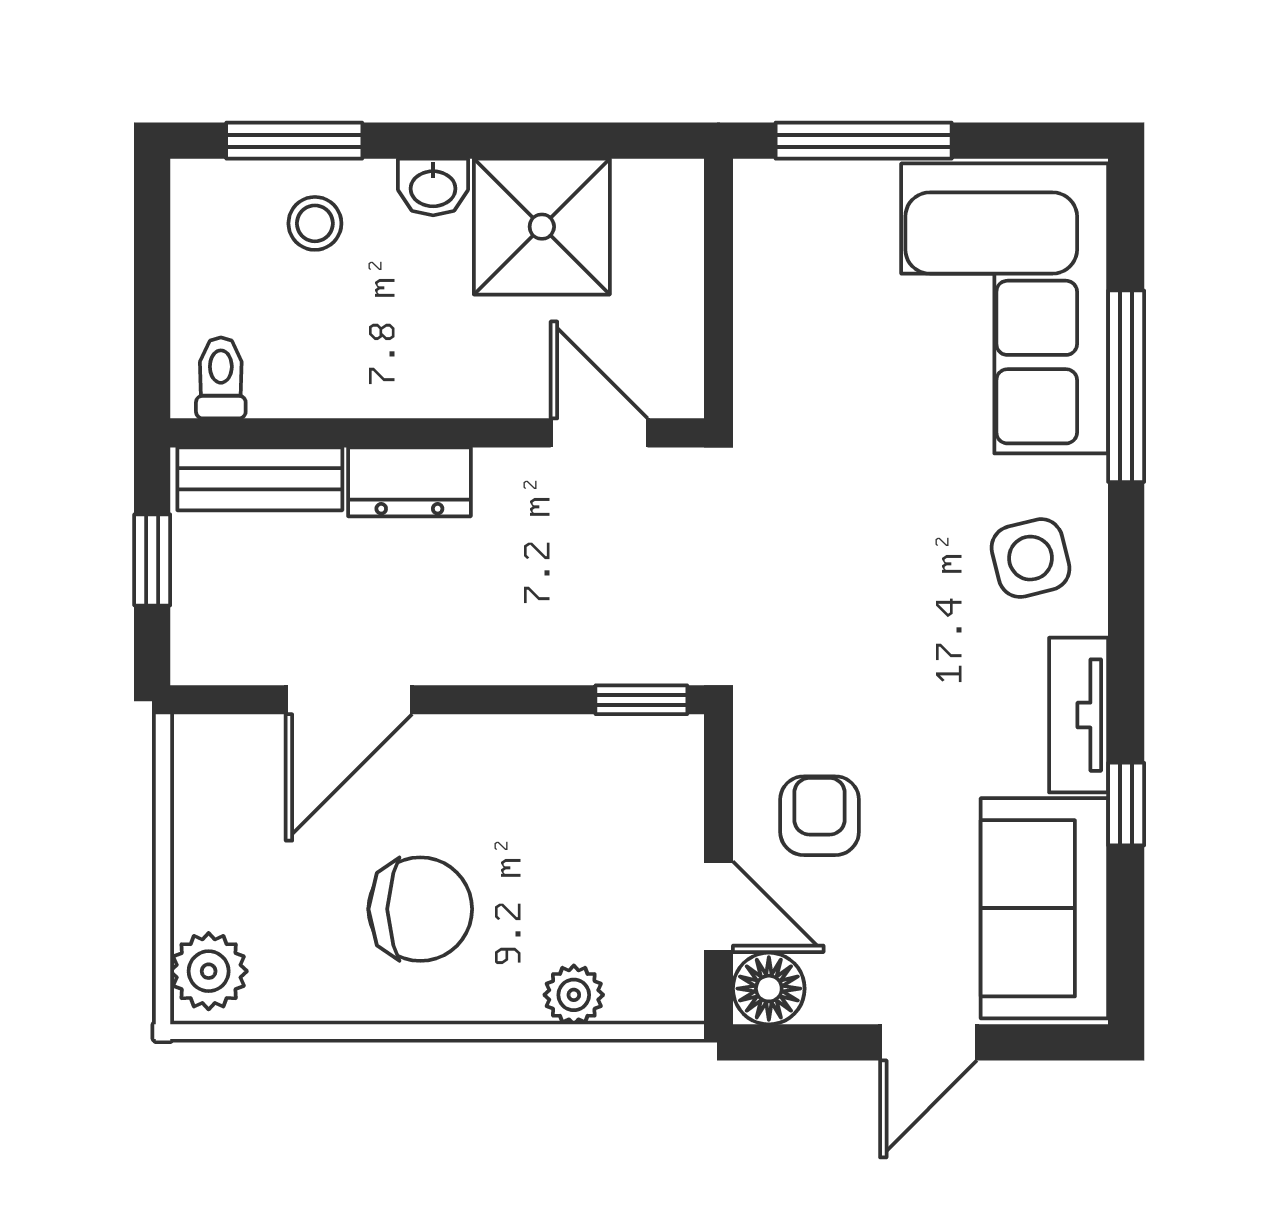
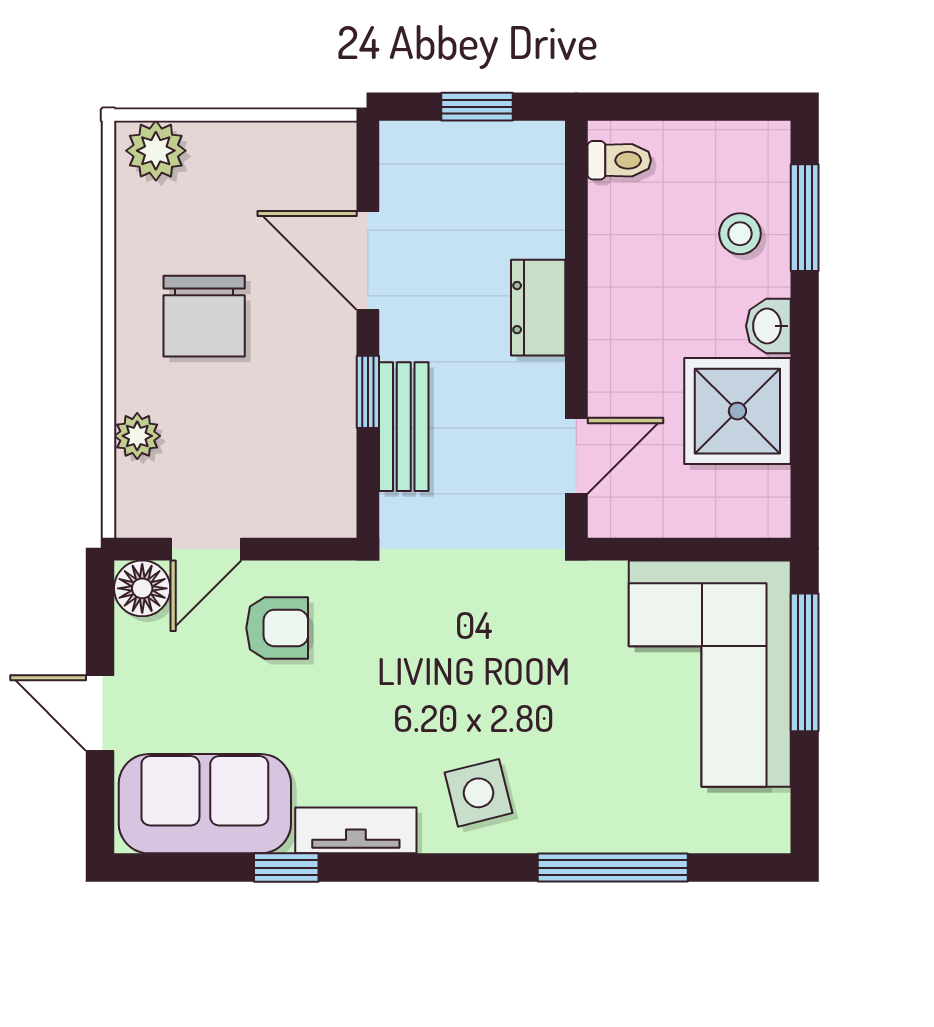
corner sofa: (1005, 308) -> (710, 674), moved, turned -90
bench: (260, 479) -> (404, 427), moved
window: (641, 700) -> (368, 392), moved

